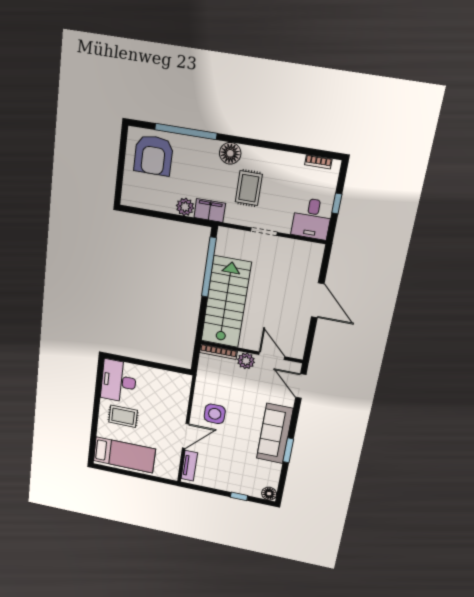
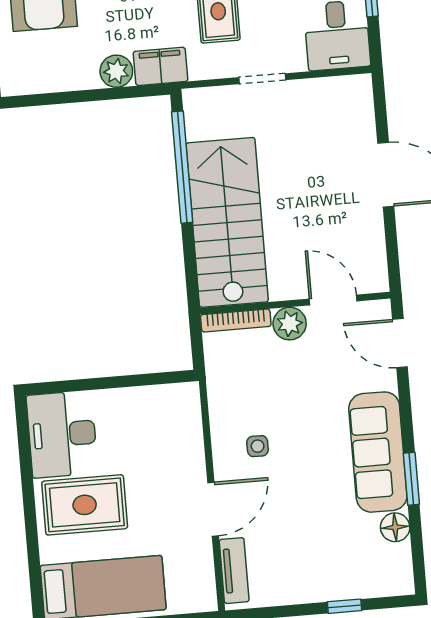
side table: (215, 414) -> (258, 446), width x0.54, depth x0.54
rug: (123, 416) -> (85, 505), width x1.36, depth x1.43
floor lamp: (269, 494) -> (395, 527), moved

